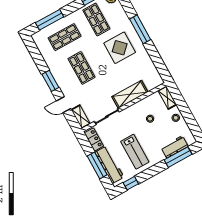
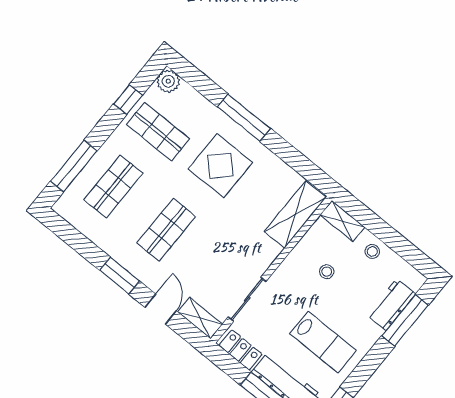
shop shelf: (82, 68) -> (166, 230), turned 90
shelving: (130, 94) -> (295, 215), moved
door: (64, 105) -> (161, 309), swing flipped

